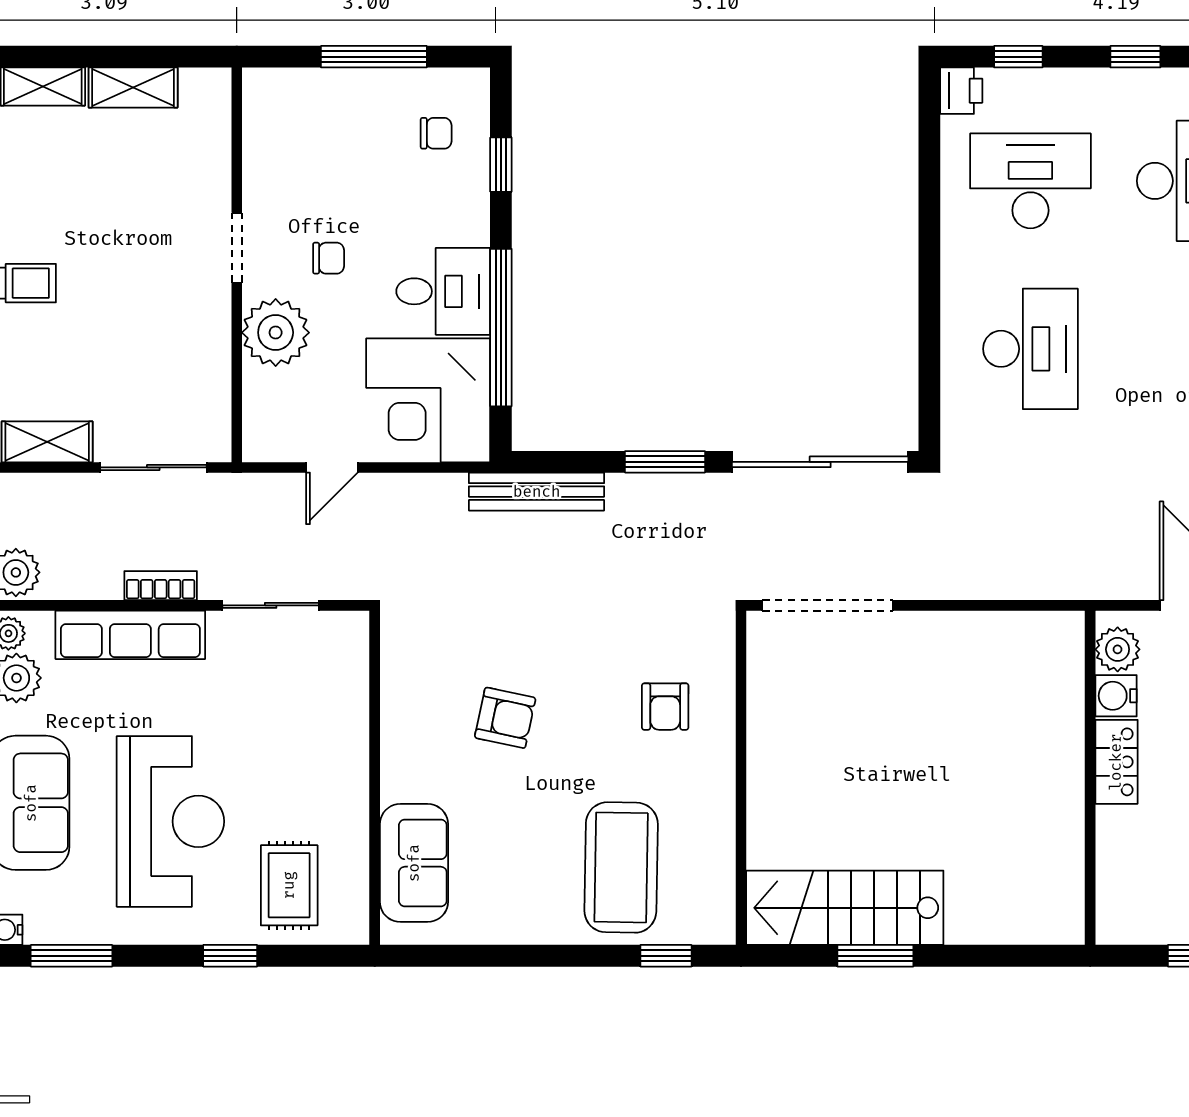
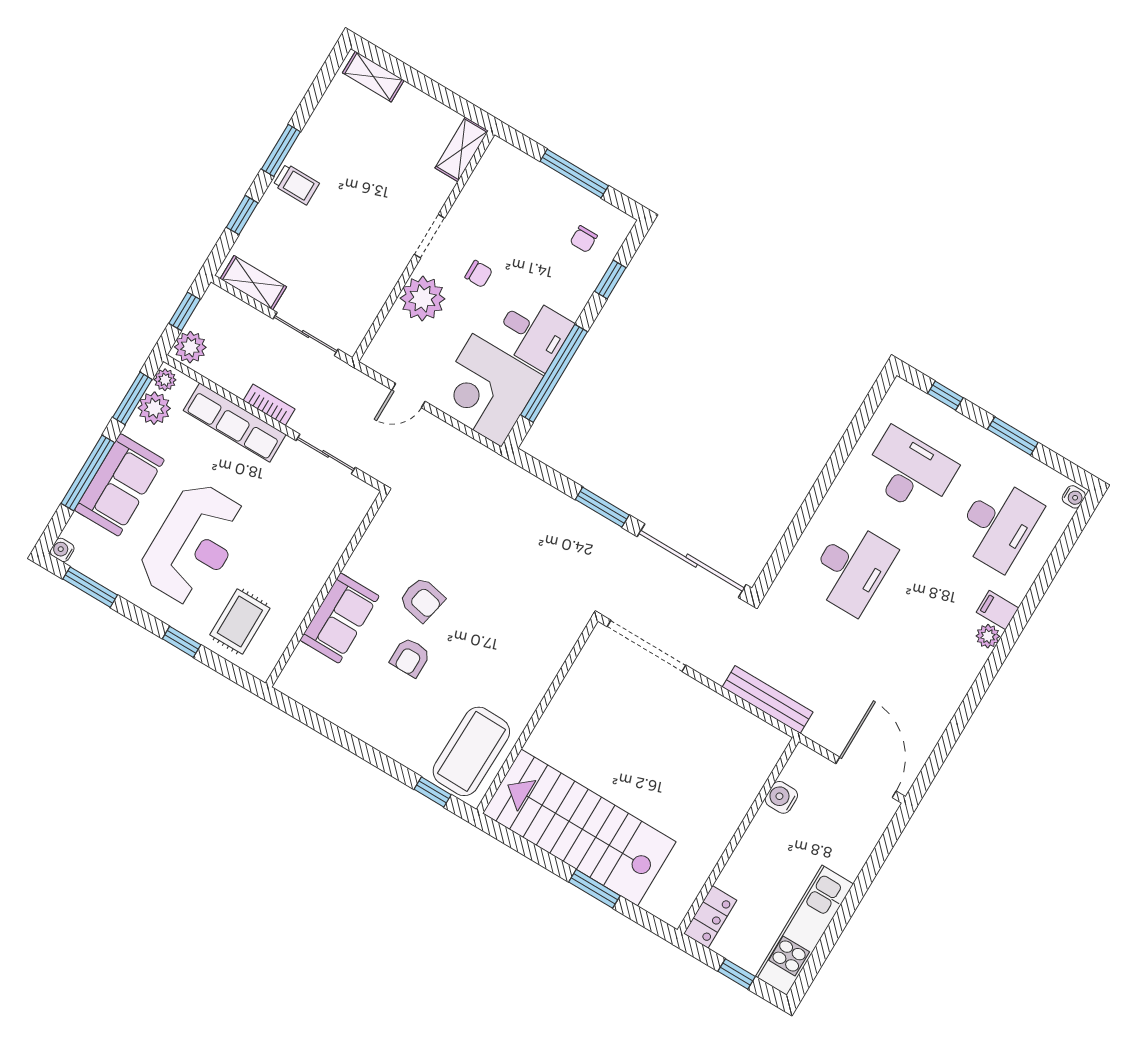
window: (1135, 57) -> (1013, 436), width x1.50
shelving: (133, 87) -> (462, 149), moved, turned 90
printer: (961, 91) -> (901, 396), removed
chair: (436, 133) -> (584, 239), turned 90
bench: (537, 492) -> (768, 700), moved
plant: (1118, 649) -> (798, 771), removed
armchair: (665, 707) -> (410, 657), moved
locker: (1116, 762) -> (710, 917), moved
sofa: (414, 863) -> (340, 618), moved
coffee table: (621, 867) -> (471, 751), moved
stairs: (845, 908) -> (579, 828), width x1.36, depth x1.51
window: (875, 956) -> (594, 889), moved

